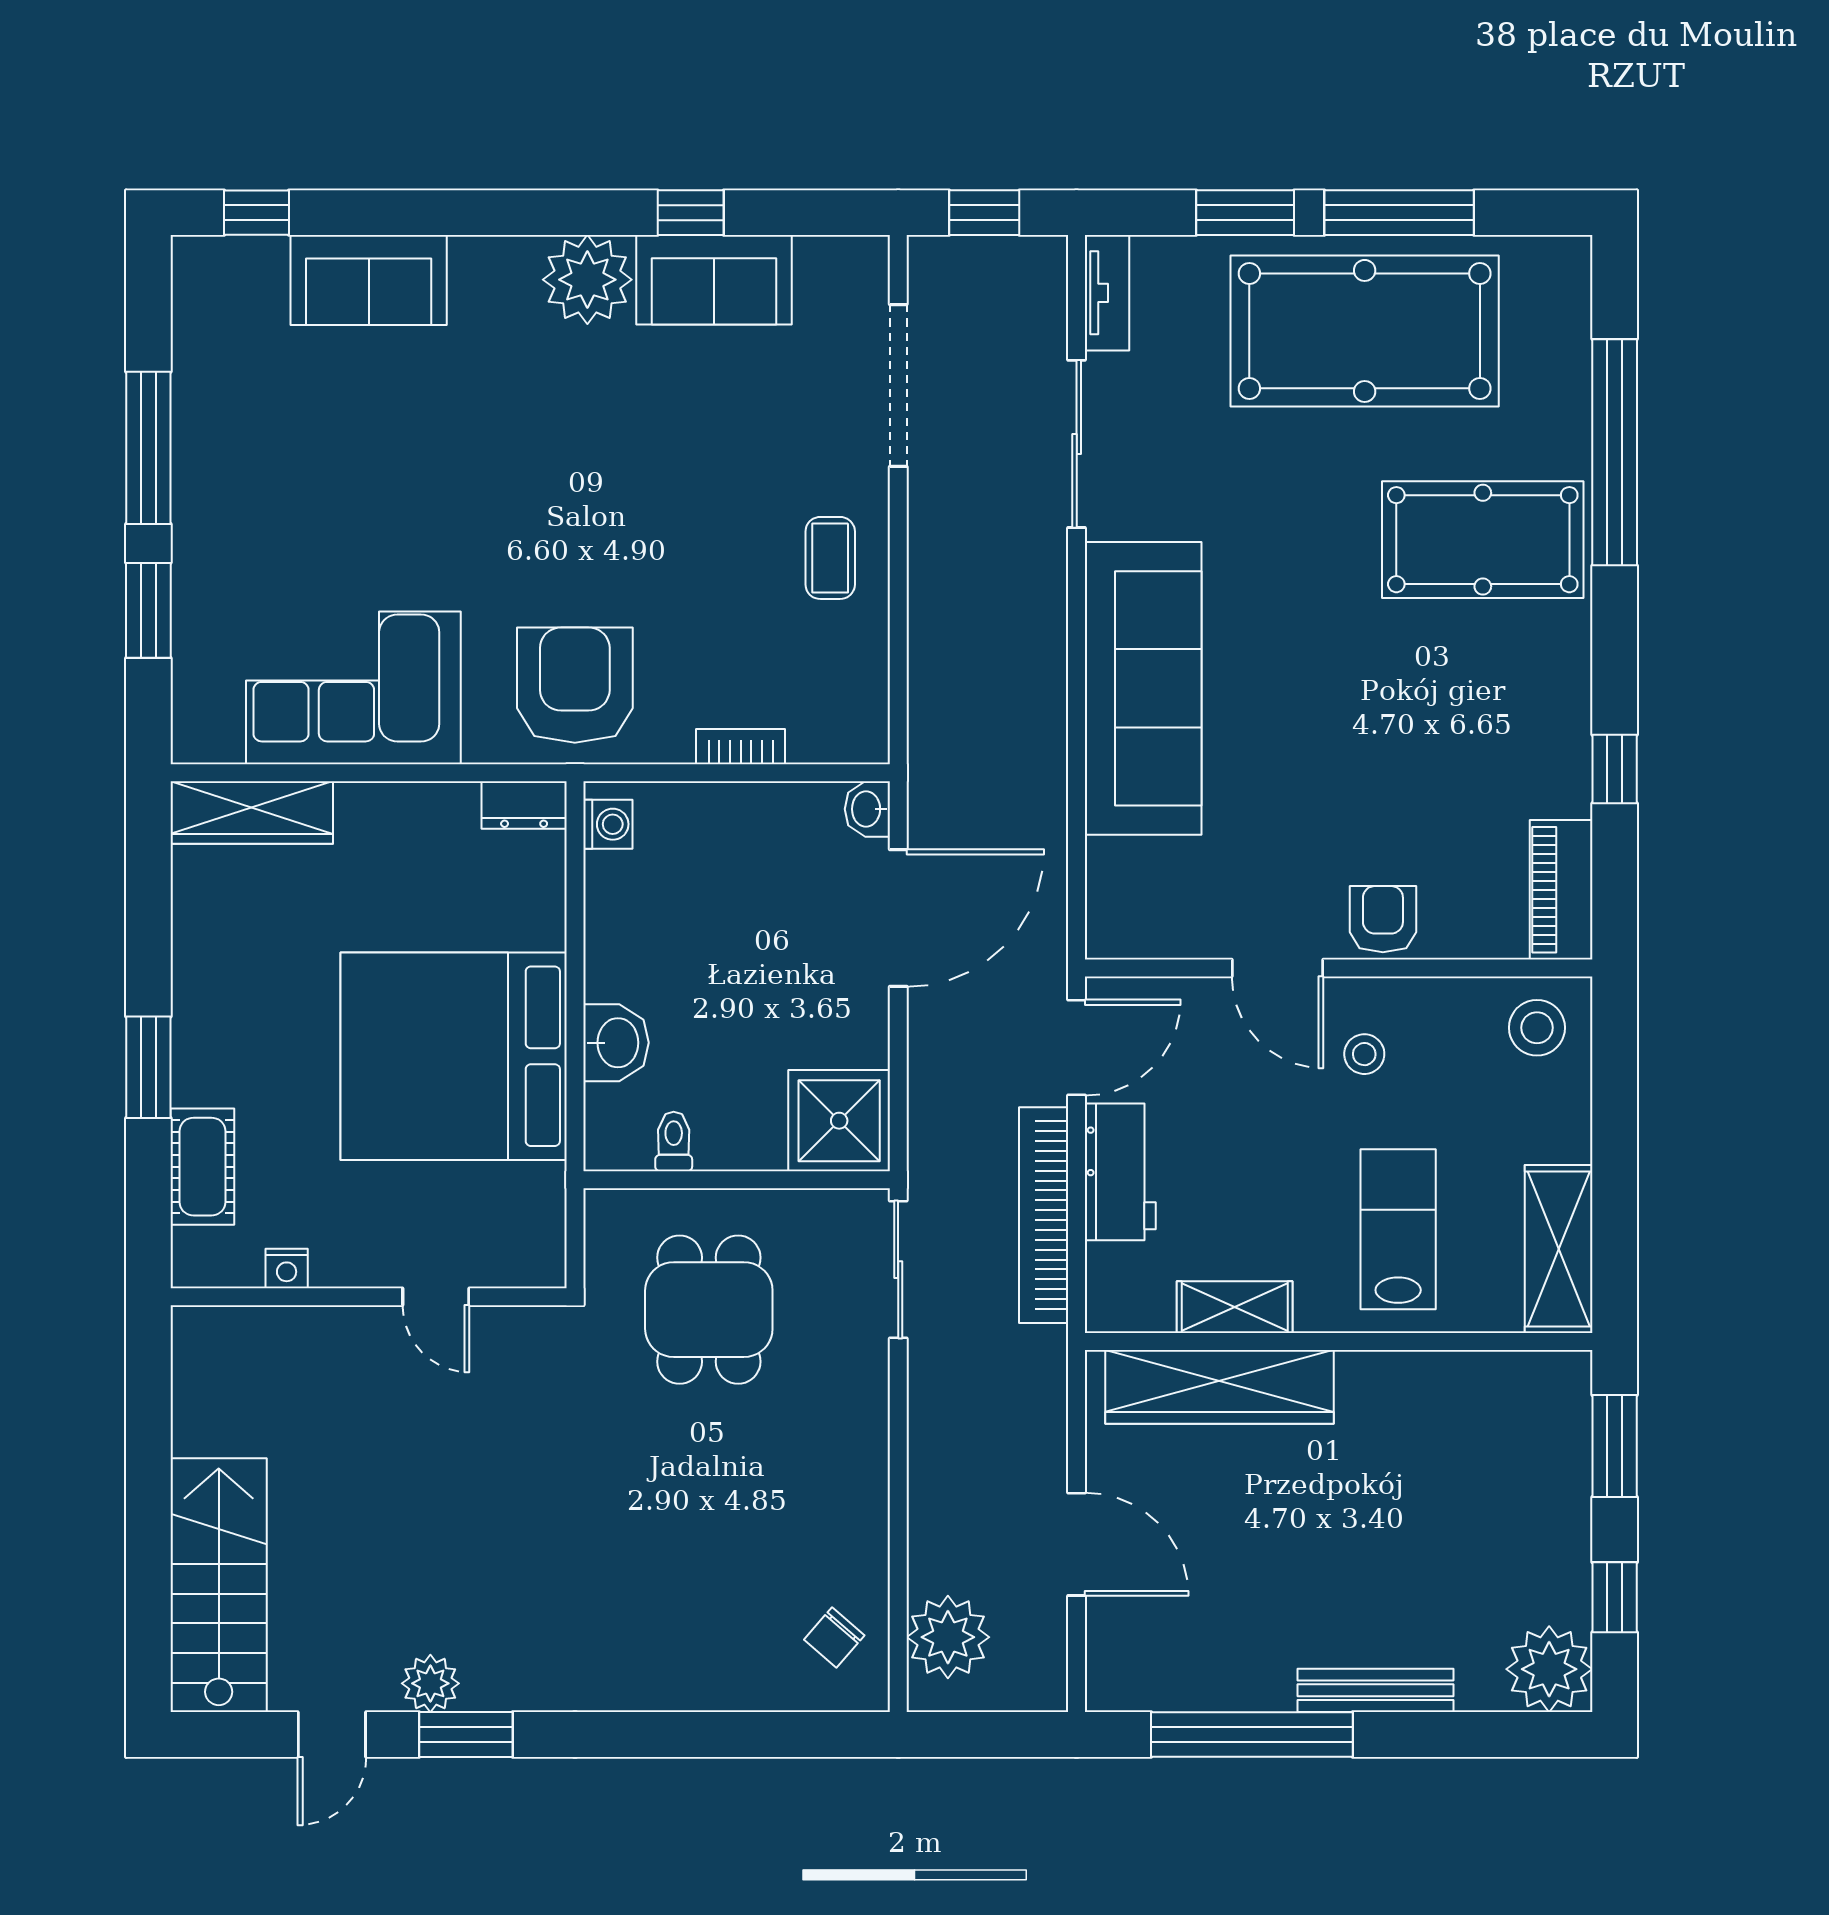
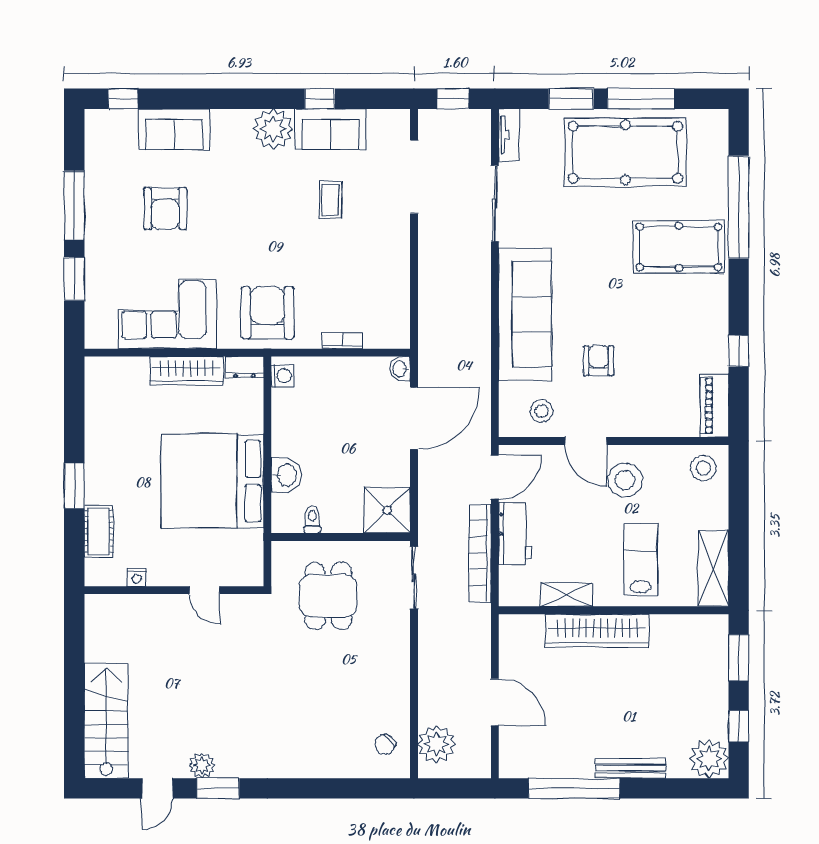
armchair: (350, 455) -> (165, 209), added
coffee table: (830, 558) -> (331, 200), moved
wardrobe: (252, 813) -> (186, 371), moved
stool: (1180, 902) -> (542, 411), added
armchair: (1383, 919) -> (599, 361), moved
stool: (1364, 1054) -> (625, 480), width x1.89, depth x1.89
wardrobe: (1220, 1387) -> (597, 631), moved

